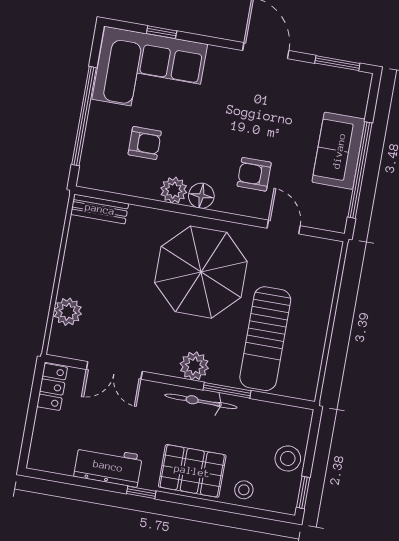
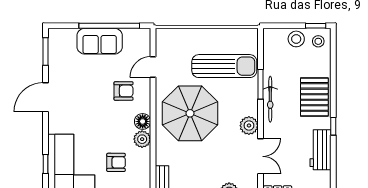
armchair: (145, 143) -> (116, 162), turned 90
armchair: (254, 174) -> (124, 91), turned -90
plant: (194, 366) -> (249, 126), moved
stool: (244, 490) -> (318, 41), moved

